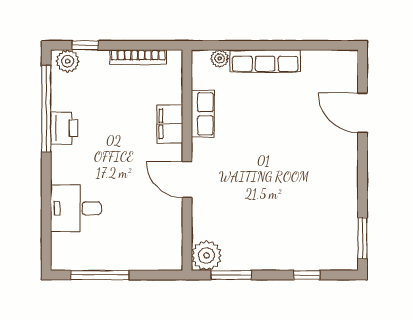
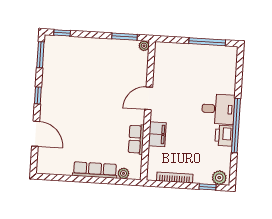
window: (46, 109) -> (236, 126), moved
window: (363, 174) -> (38, 95), added
door: (187, 180) -> (149, 98), swing flipped
desk: (76, 208) -> (218, 109), moved
plant: (207, 256) -> (144, 46), width x0.53, depth x0.53
window: (307, 275) -> (62, 33), moved

